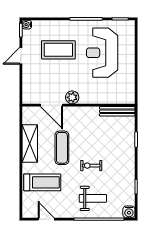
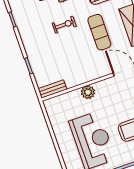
plant: (72, 97) -> (88, 92), moved
bench: (117, 111) -> (52, 89), width x0.73

